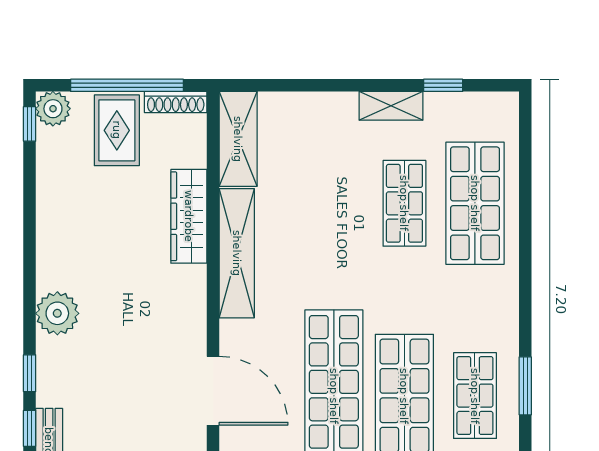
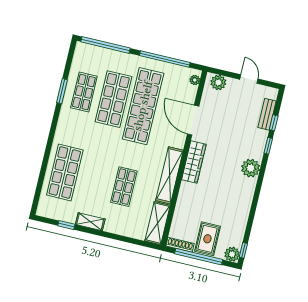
shop shelf: (404, 203) -> (124, 187), moved
wardrobe: (189, 216) -> (194, 162), moved

